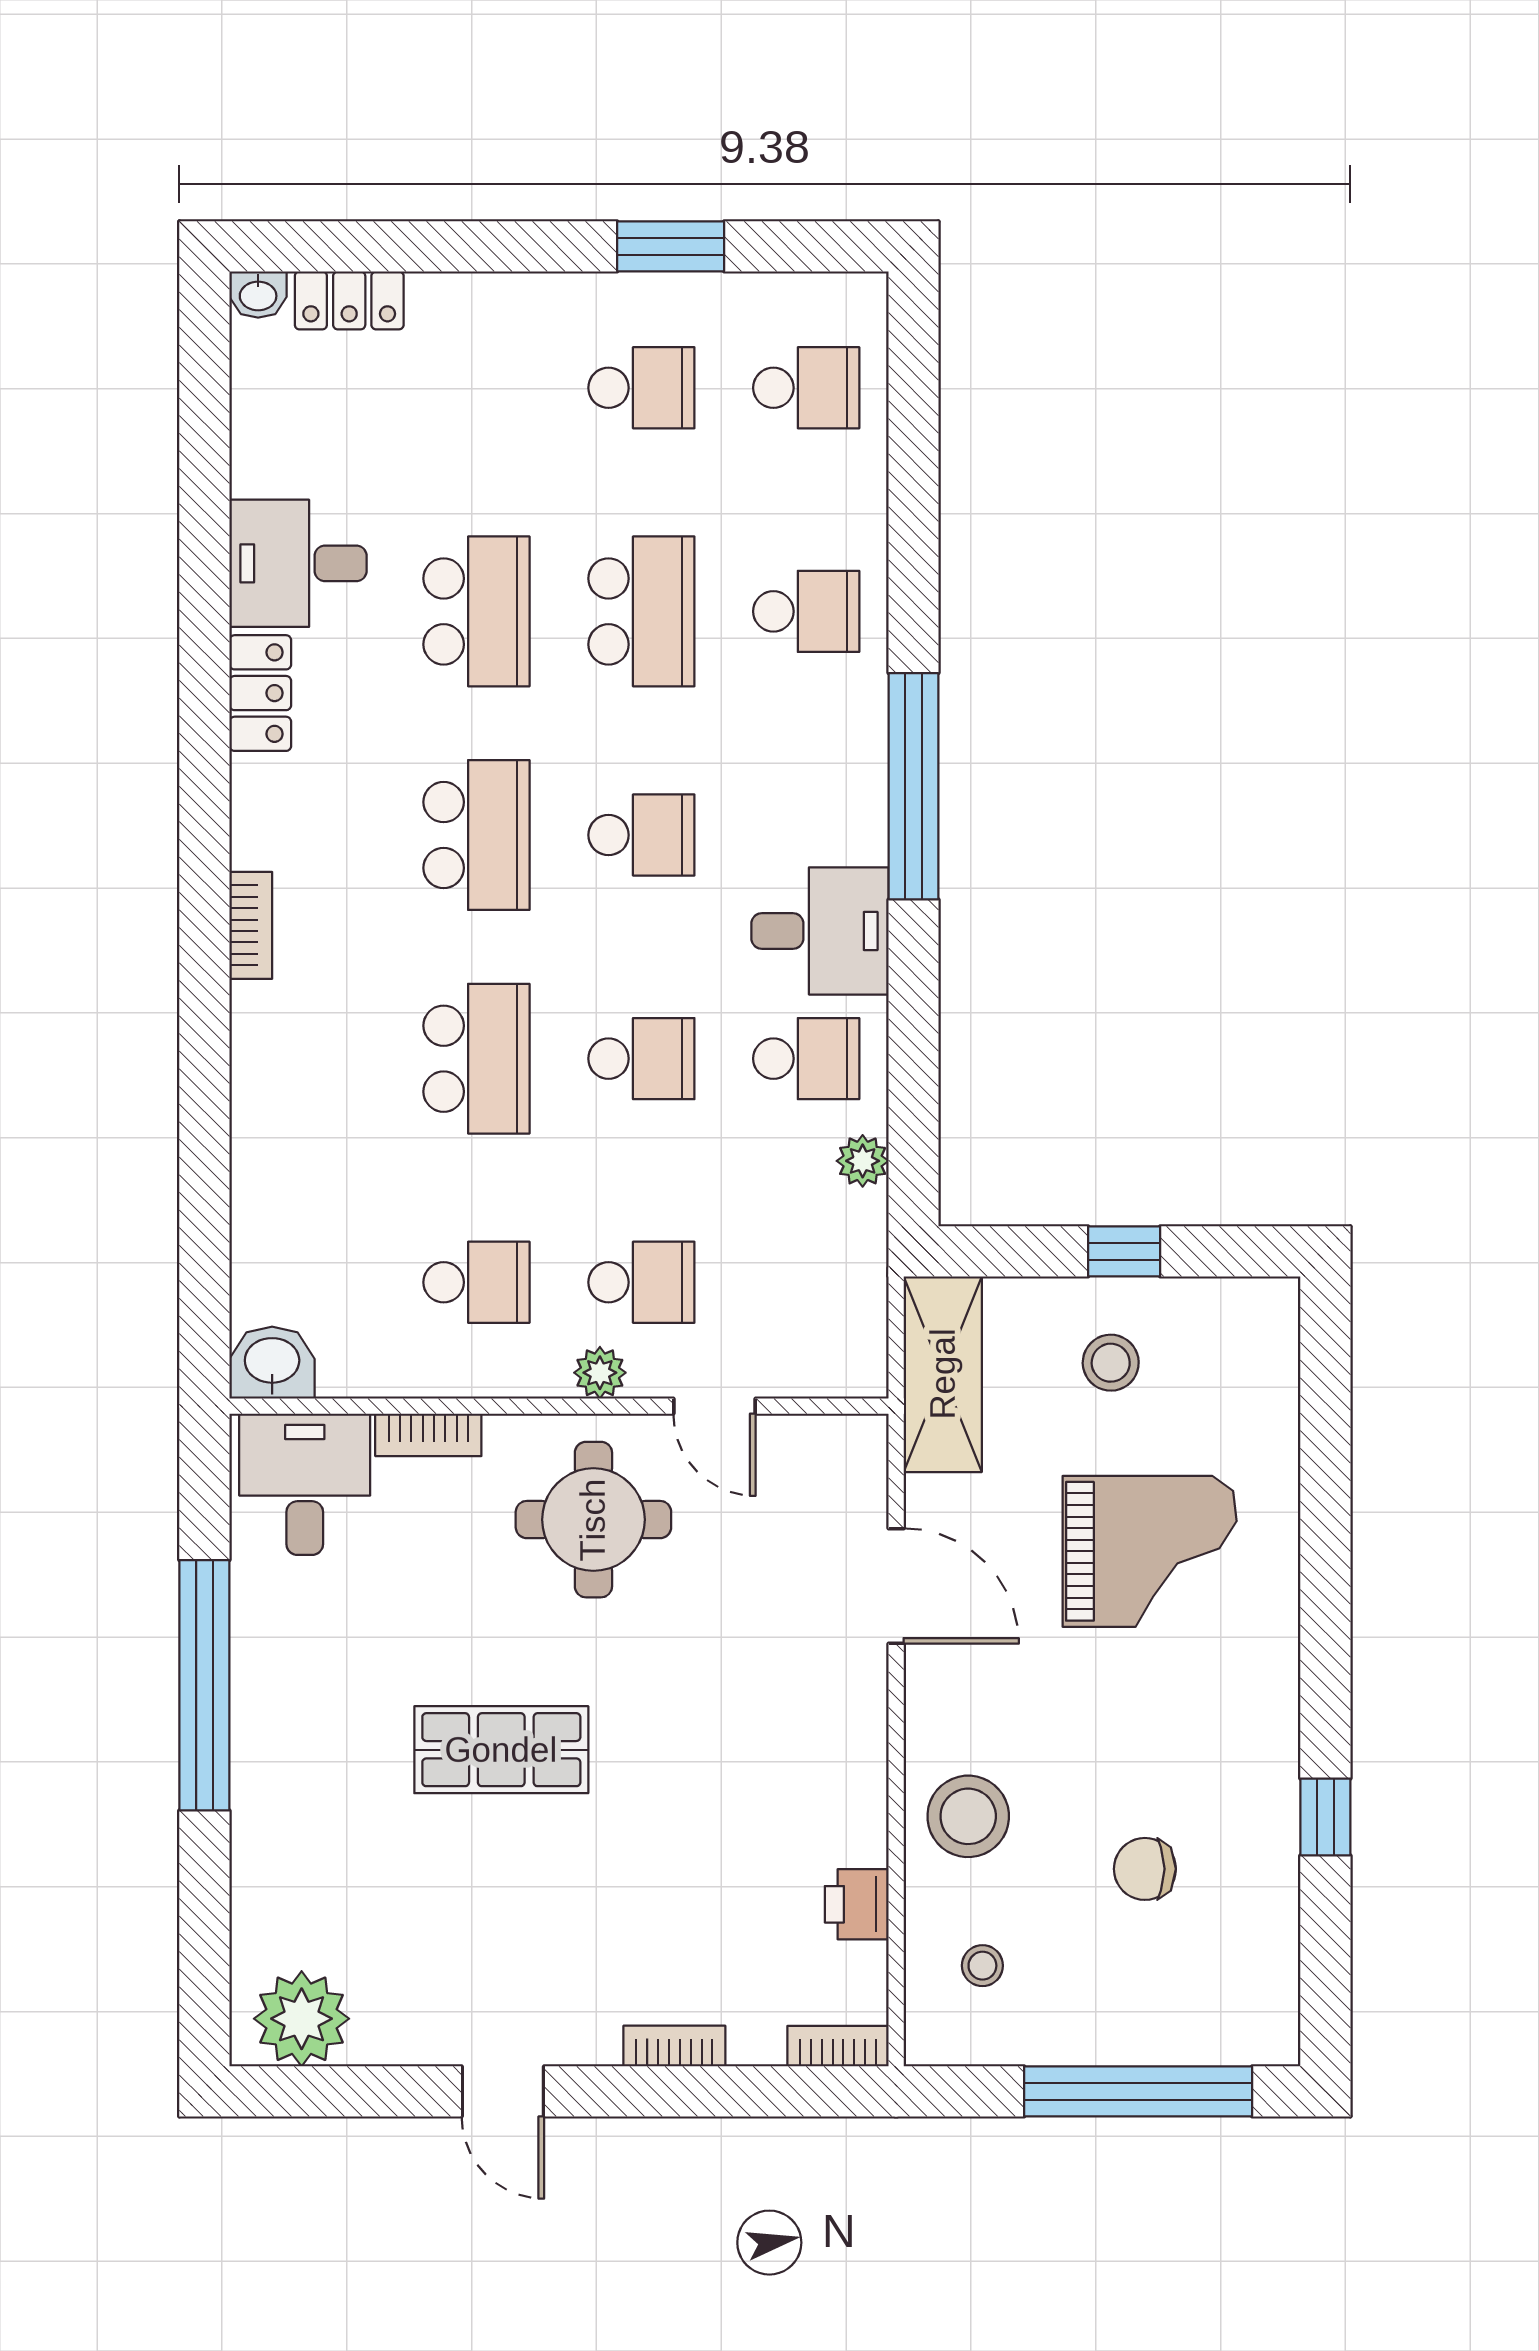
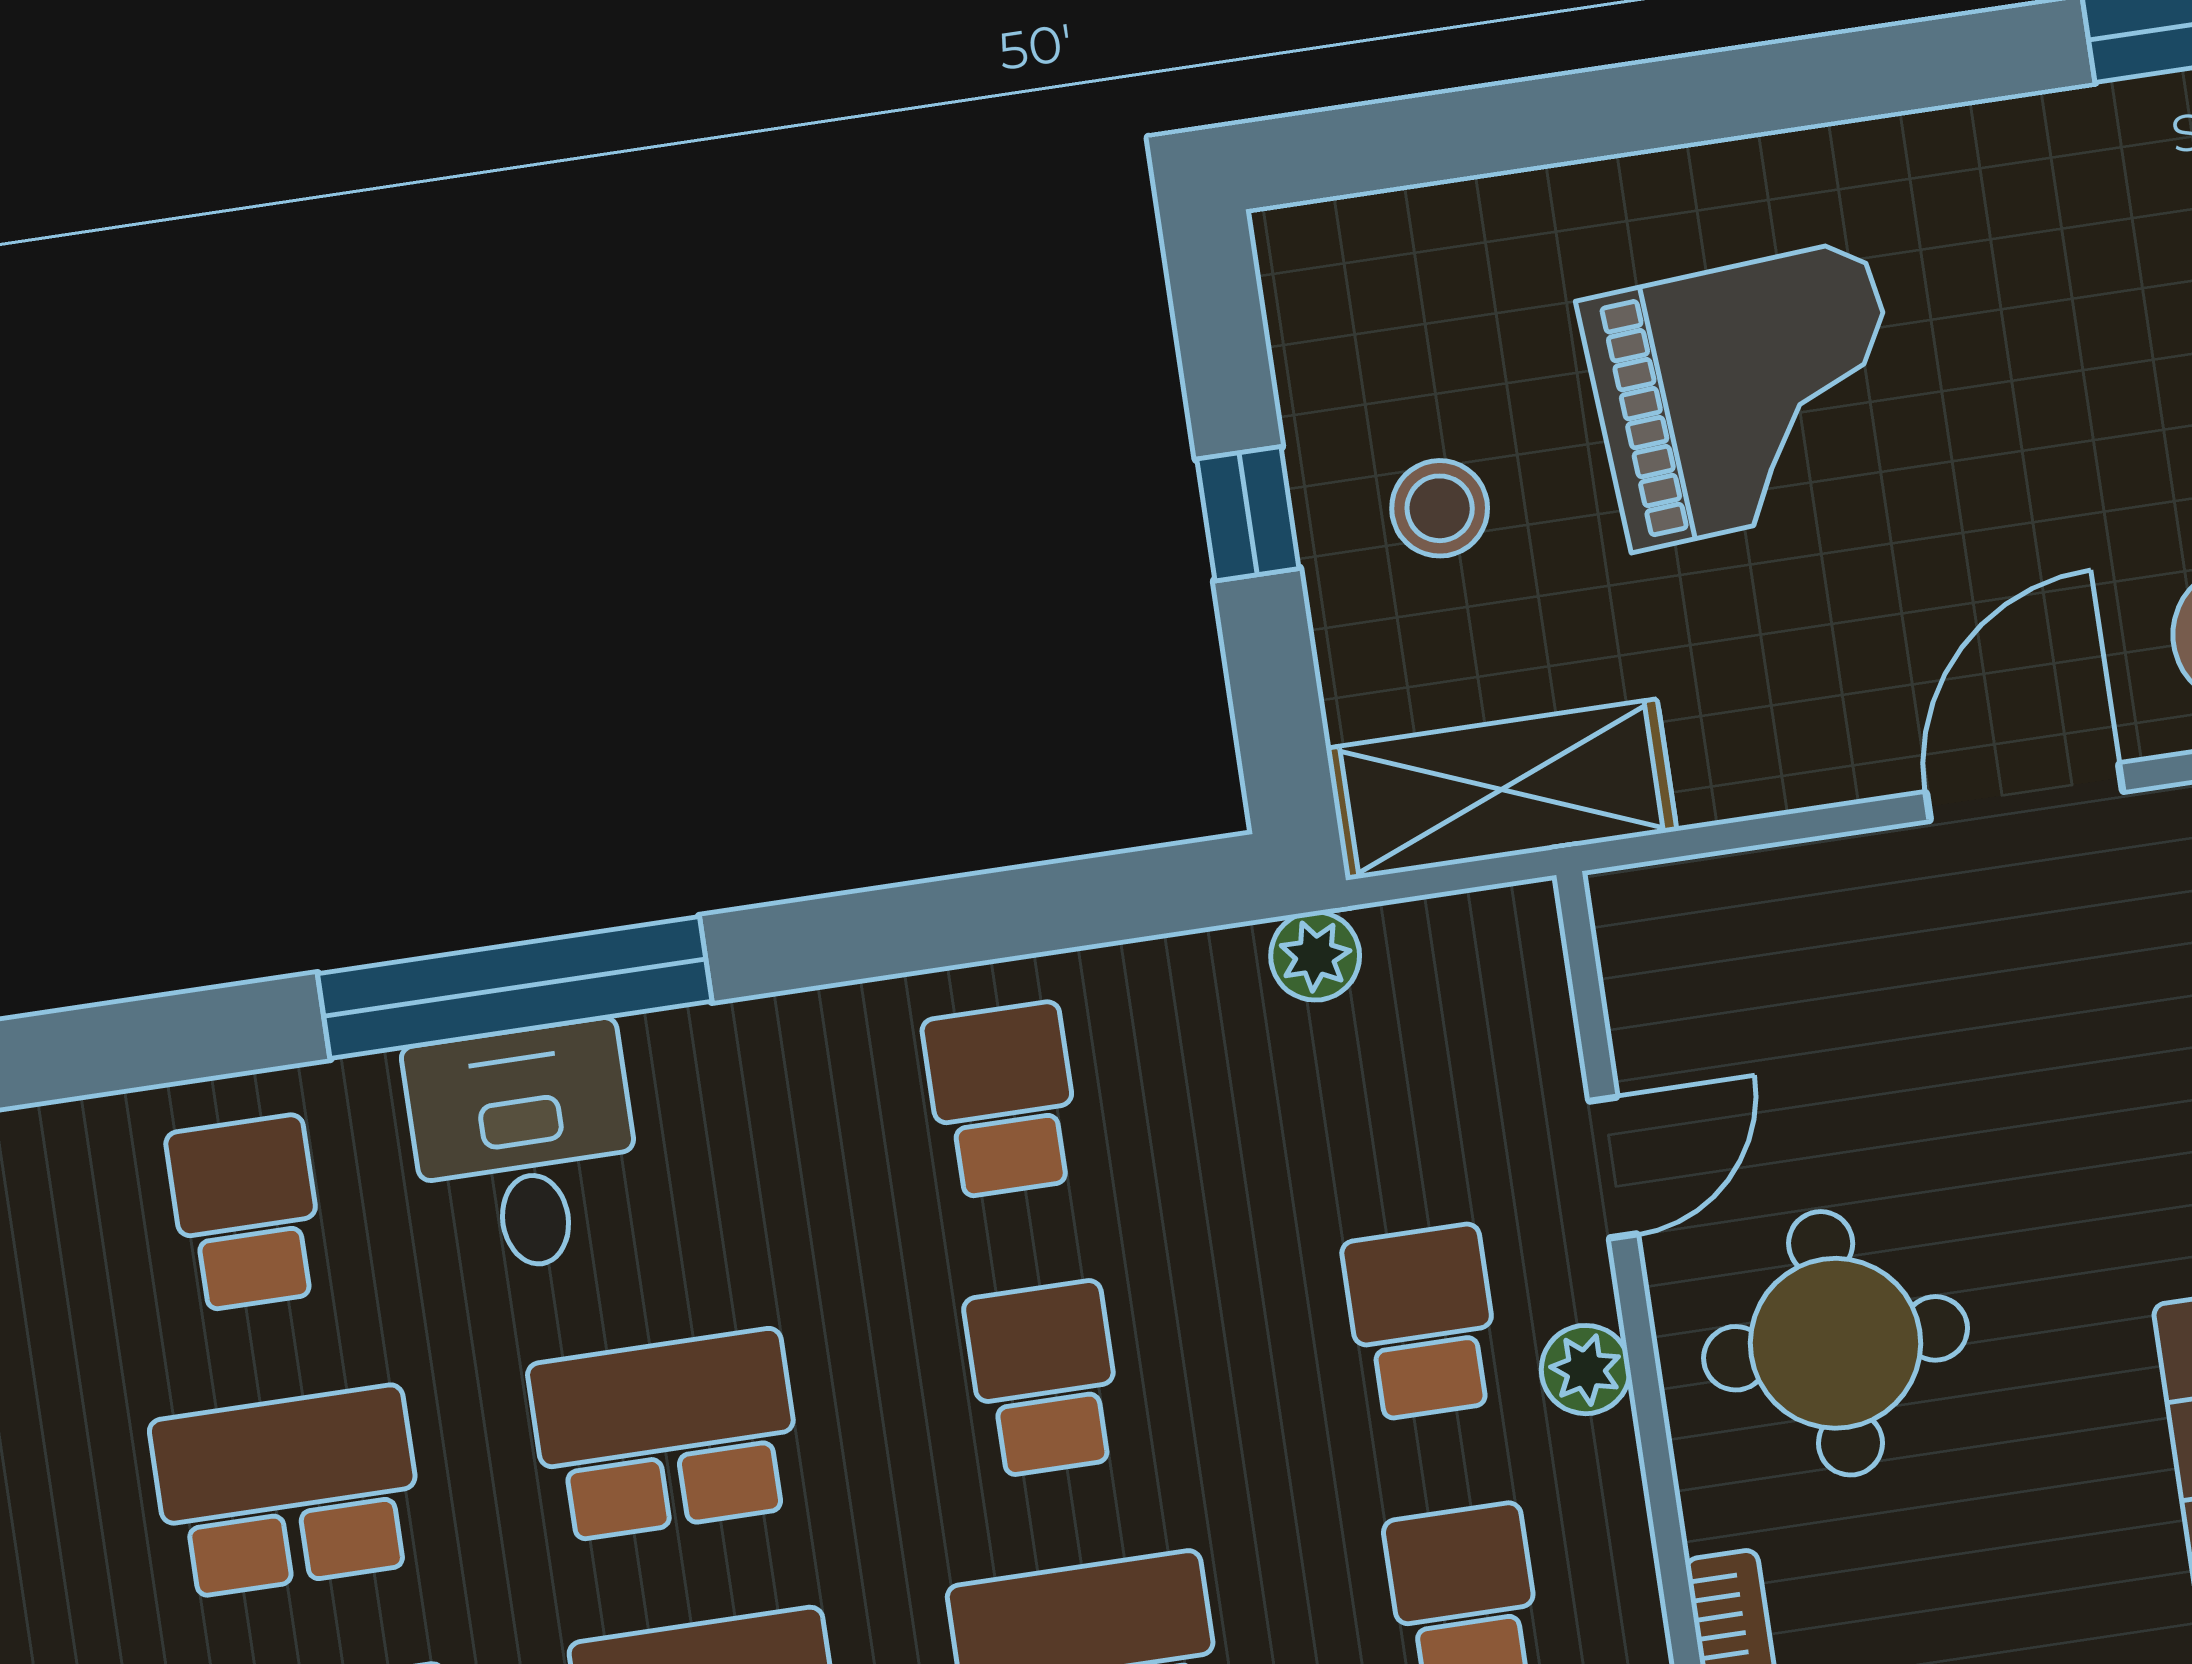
school desk: (641, 835) -> (666, 1435), width x1.85
desk: (820, 931) -> (525, 1148), moved
plant: (863, 1161) -> (1315, 956), moved
grand piano: (1150, 1551) -> (1749, 395), turned 86
door: (896, 1586) -> (2024, 792), moved

